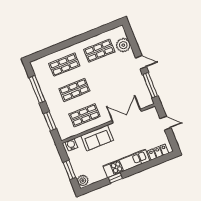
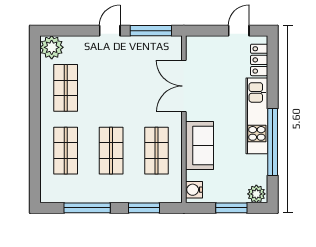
plant: (123, 45) -> (52, 47), moved
door: (165, 123) -> (239, 31), moved
window: (115, 178) -> (273, 142), width x3.17

